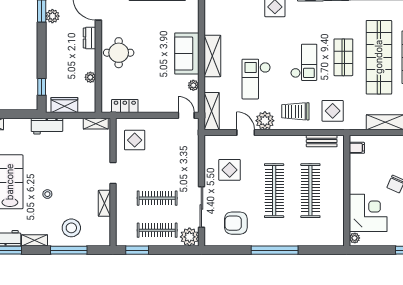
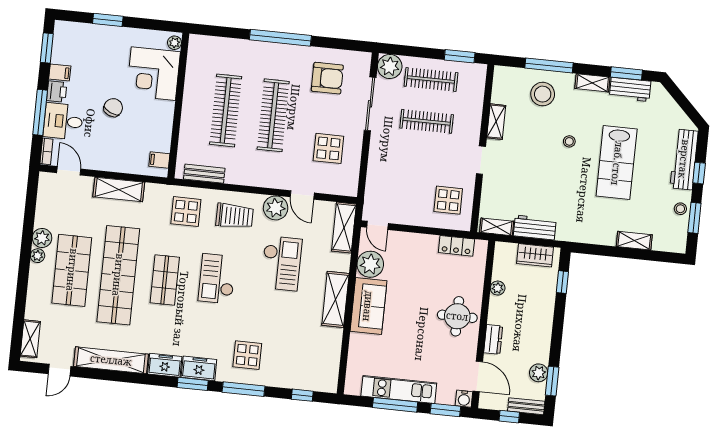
plant: (193, 85) -> (370, 264), width x1.87, depth x1.87
workbench: (47, 126) -> (535, 228), moved

